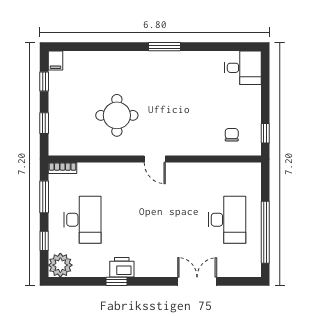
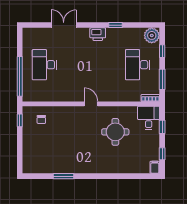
window: (165, 47) -> (63, 176), moved
desk: (243, 68) -> (149, 118), moved, turned 90
window: (265, 232) -> (20, 76), moved
printer: (122, 267) -> (98, 34), moved
double door: (197, 281) -> (64, 25), swing flipped

